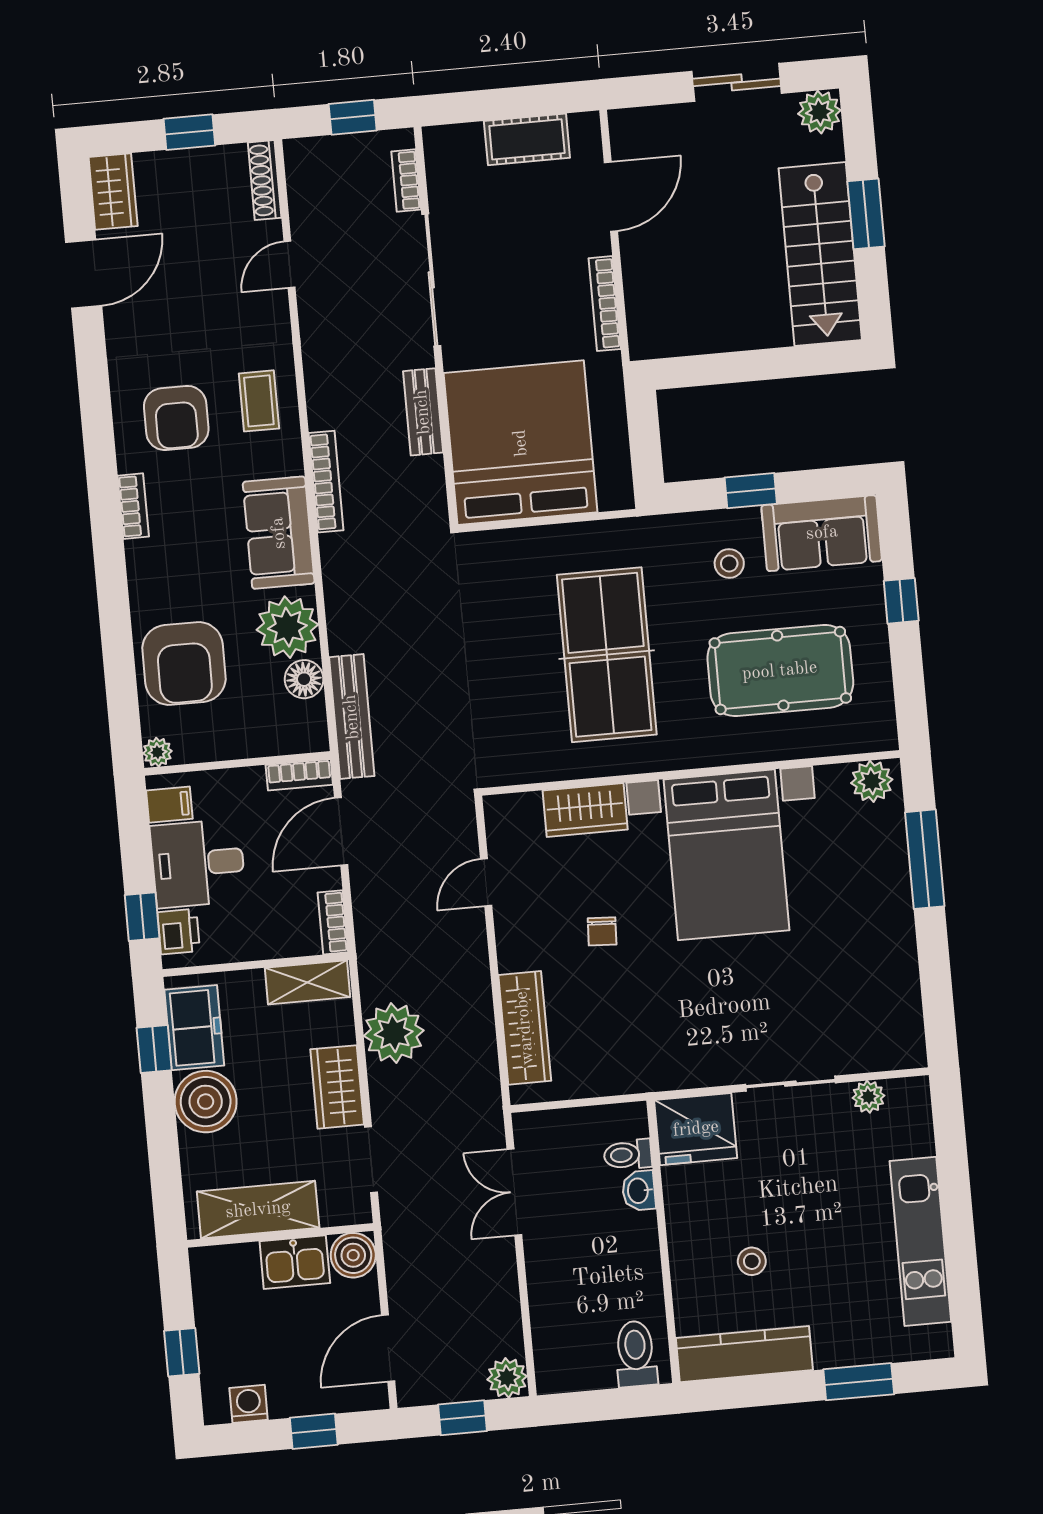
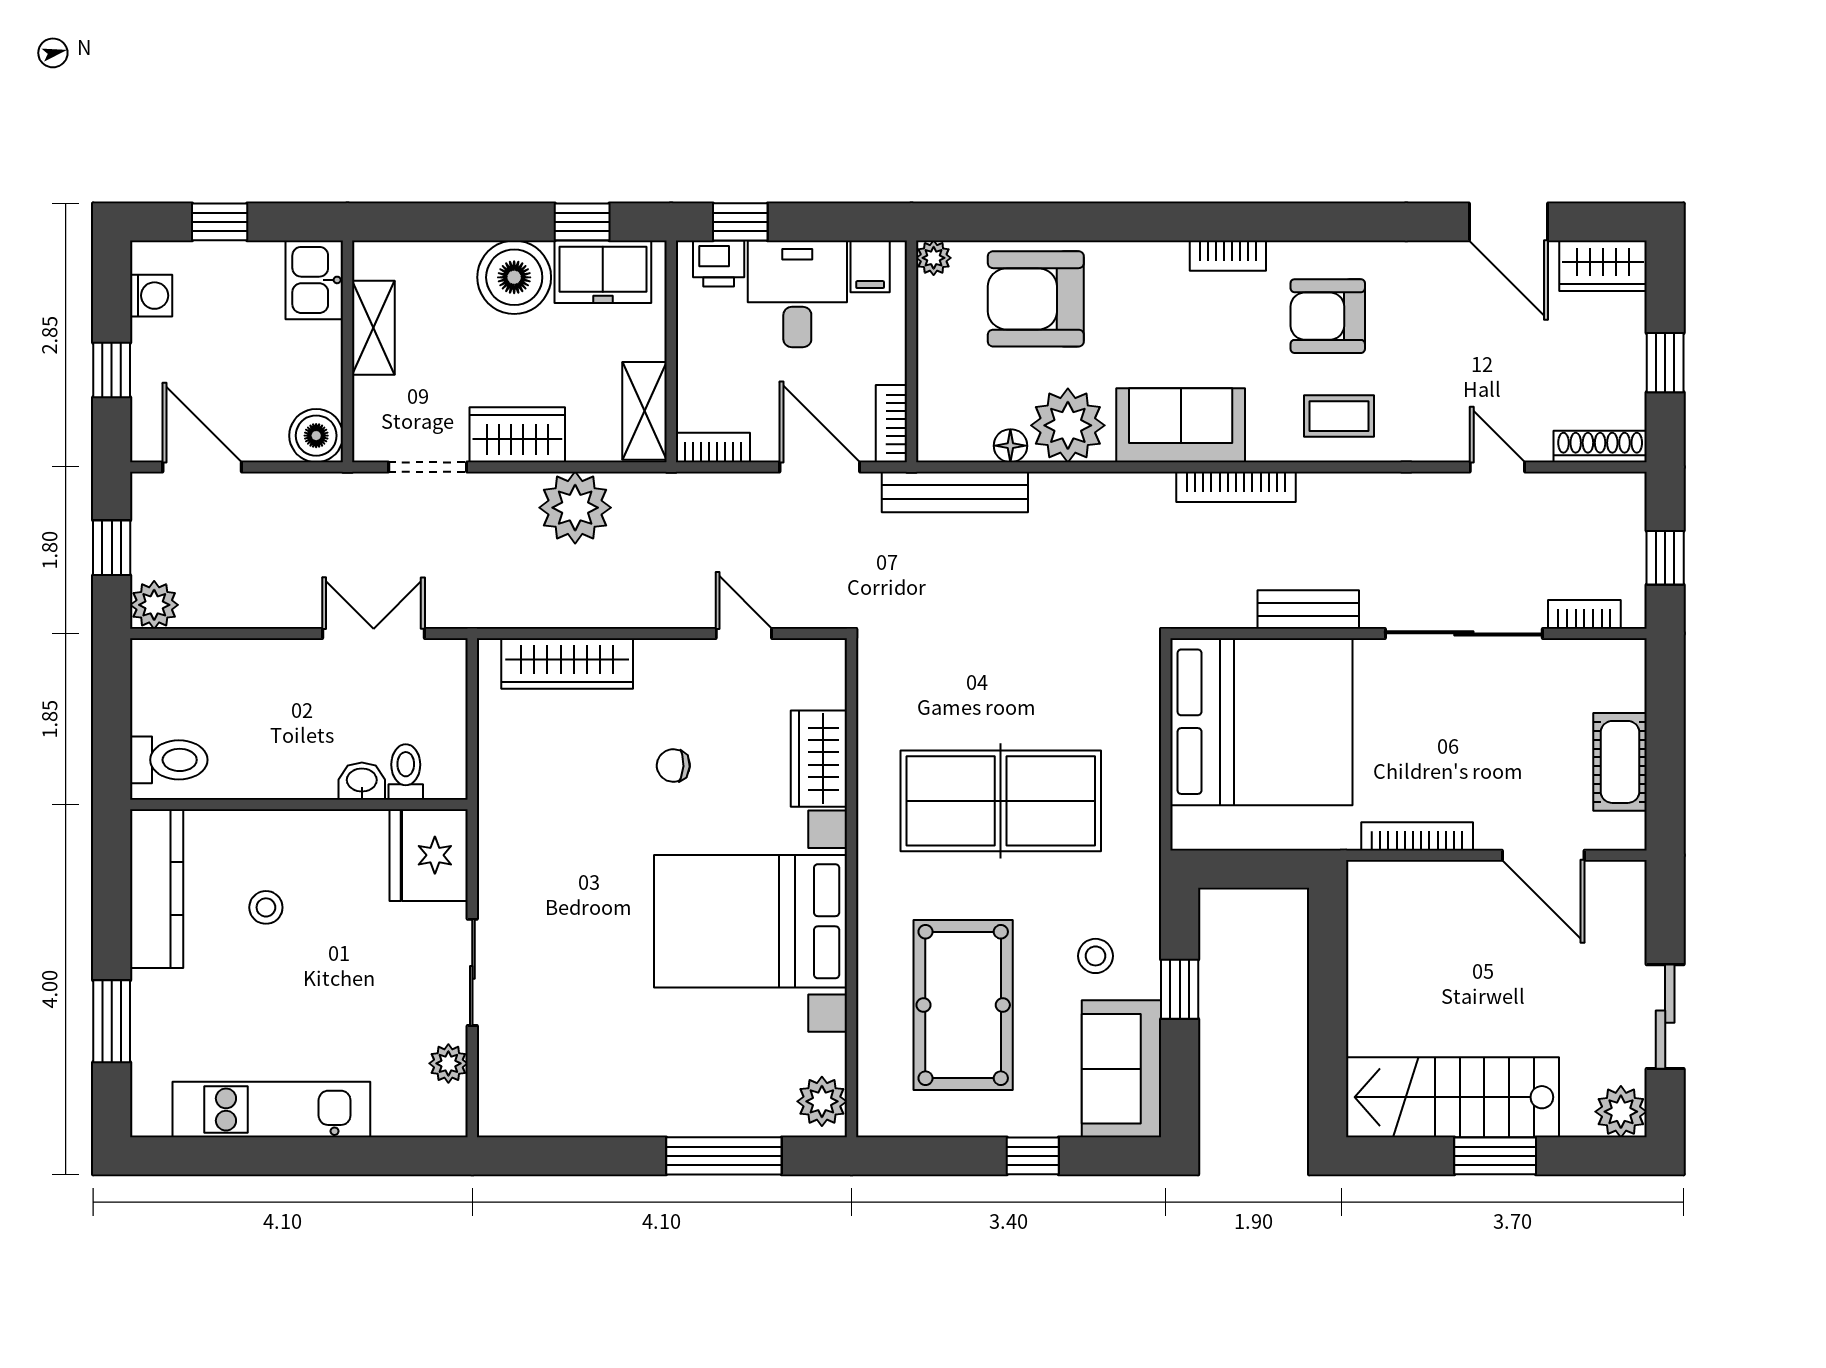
floor lamp: (304, 679) -> (1010, 446), width x0.73, depth x0.73
shelving: (258, 1210) -> (373, 328), width x0.67, depth x0.75
kitchen sink: (295, 1262) -> (314, 280), moved

